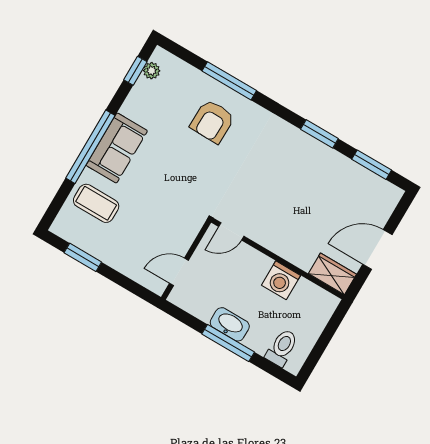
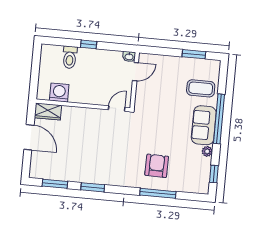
plant: (152, 71) -> (207, 151), moved
door: (377, 249) -> (29, 137), hinge flipped
washing machine: (281, 280) -> (59, 93), moved
washbasin: (230, 324) -> (129, 57), moved, width x0.52, depth x0.69
window: (228, 343) -> (89, 44), width x0.46
toilet: (282, 348) -> (70, 57), moved

